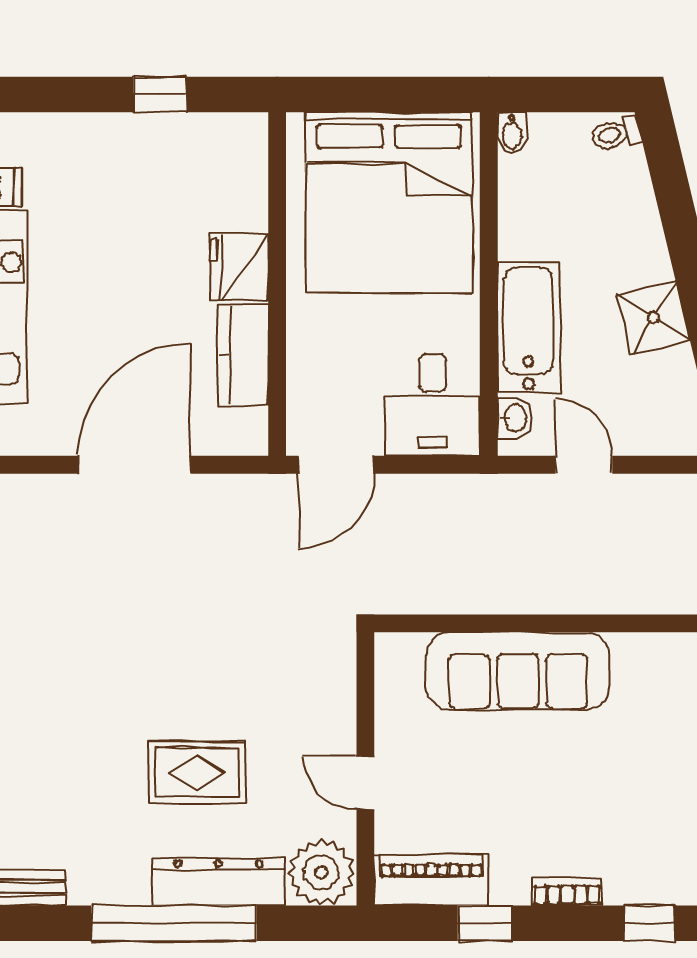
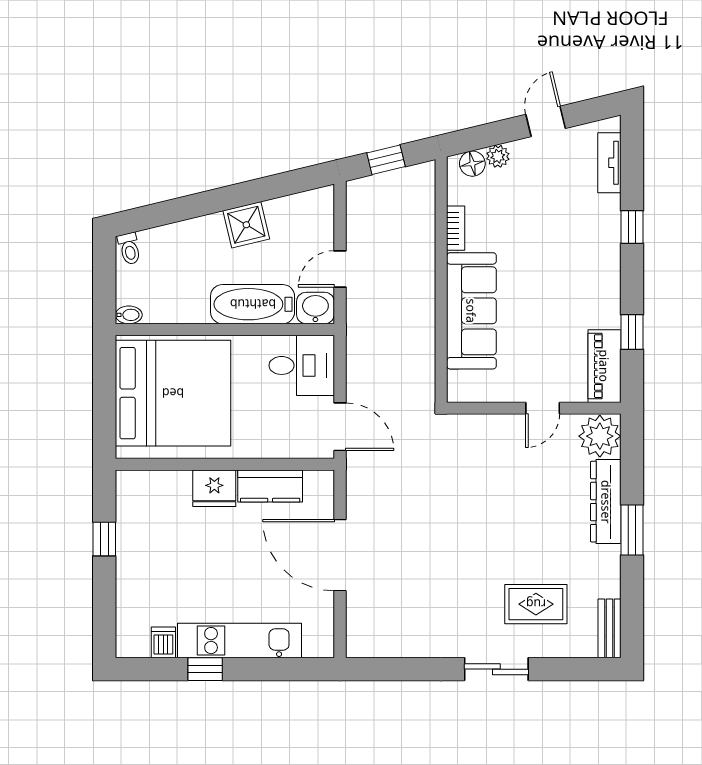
washbasin: (515, 418) -> (315, 308), width x1.38, depth x1.45
rug: (197, 772) -> (536, 604), moved, turned 90
bookcase: (567, 892) -> (456, 228), moved, turned 180
window: (174, 923) -> (632, 530), width x0.47

